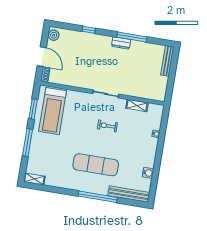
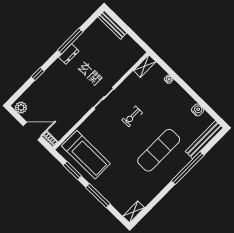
shelving: (137, 105) -> (145, 66), moved

